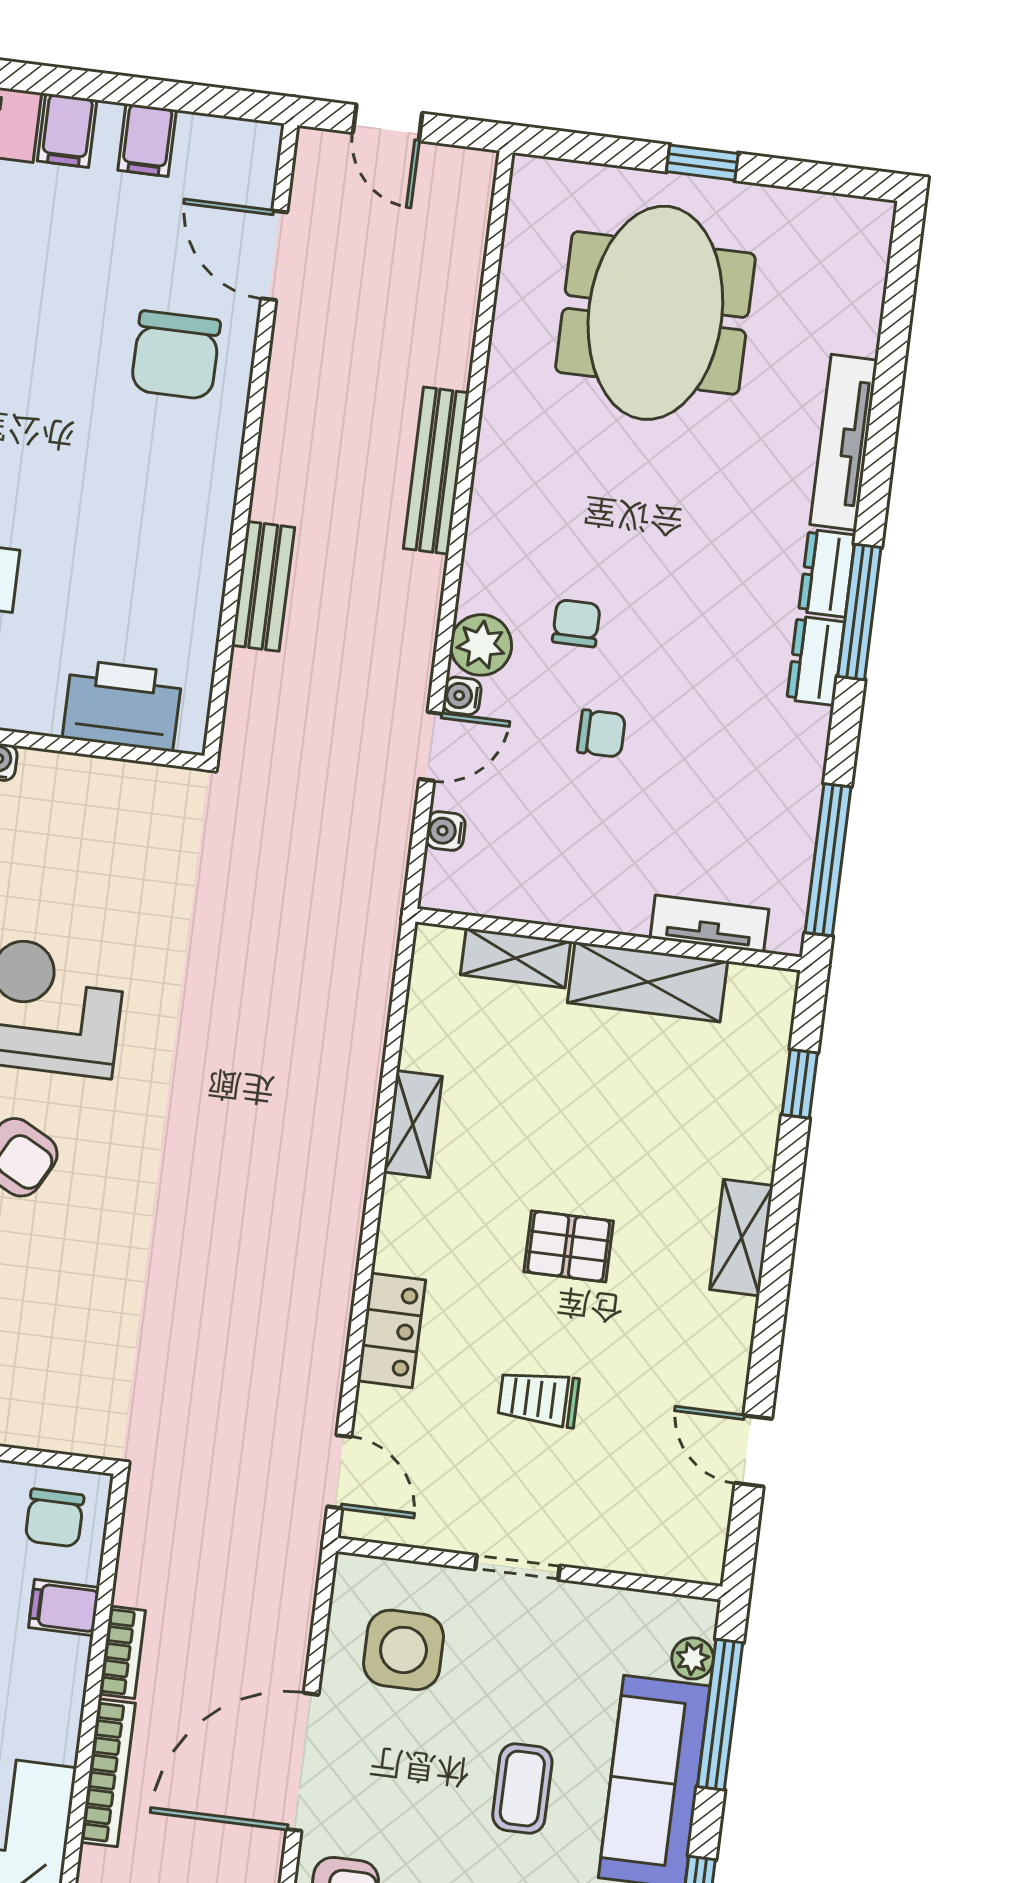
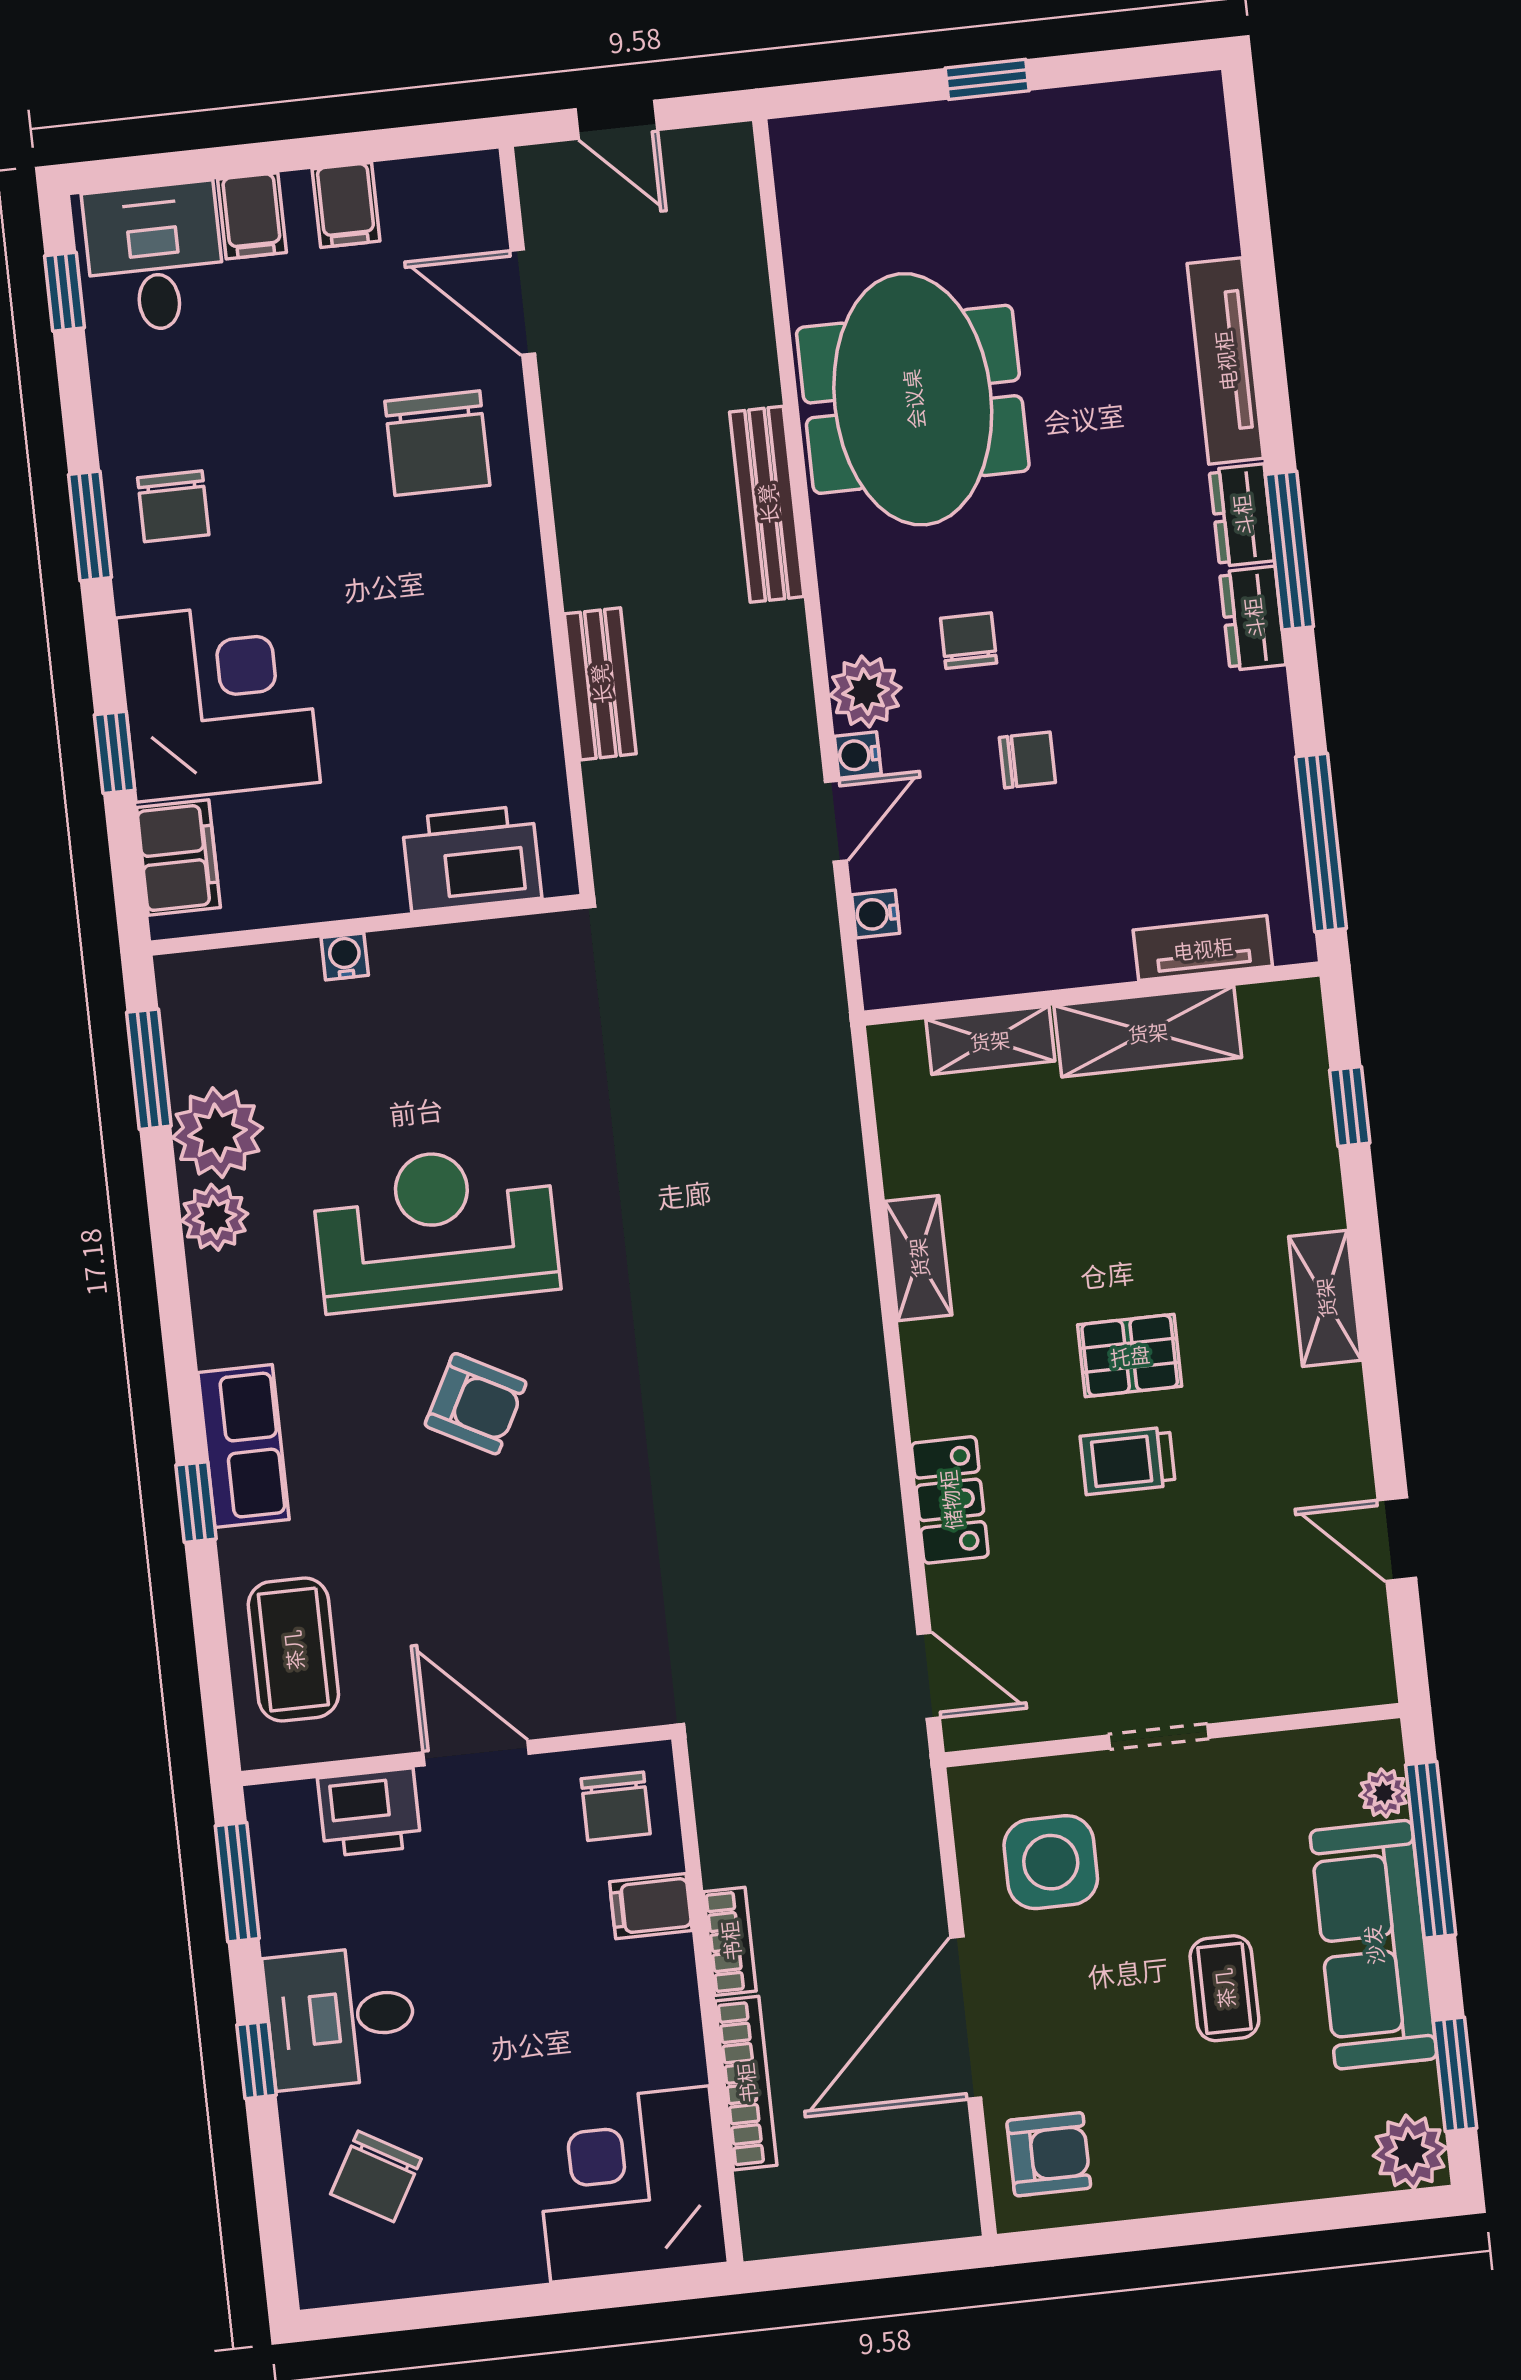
meeting table: (655, 313) -> (913, 399), moved
trolley: (538, 1399) -> (1128, 1461), moved

